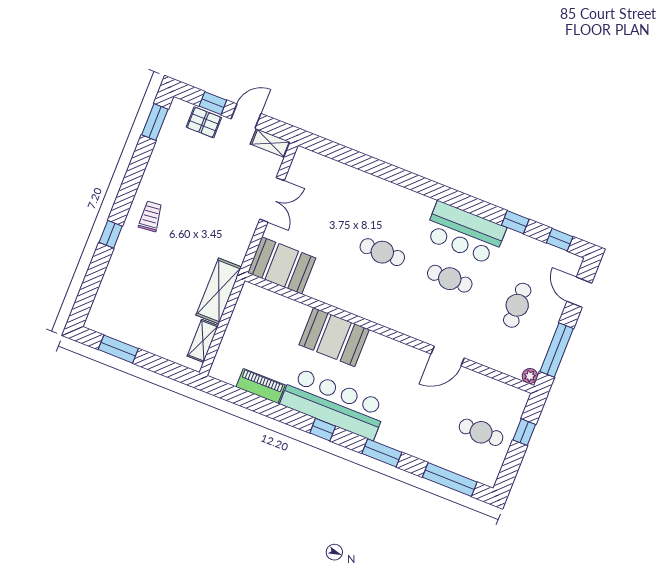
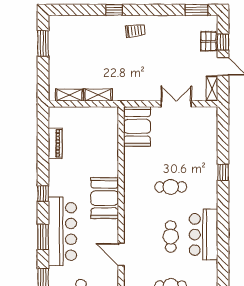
double door: (272, 200) -> (176, 104), swing flipped
window: (515, 222) -> (223, 172), moved
cafe table: (382, 252) -> (171, 187), turned 90
shelving: (219, 291) -> (98, 95), width x0.67, depth x0.75
booth: (334, 337) -> (105, 198), moved
bar counter: (334, 404) -> (62, 231), moved

